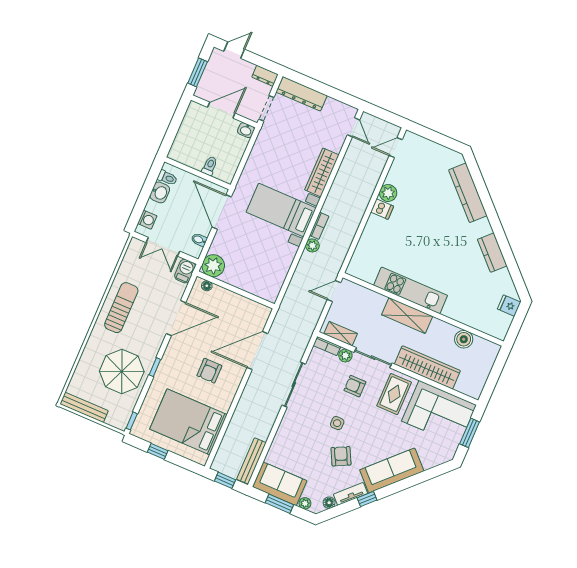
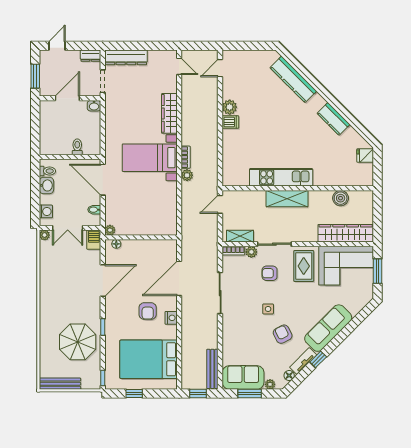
plant: (135, 244) -> (45, 235), added
plant: (213, 266) -> (110, 230), width x0.53, depth x0.53
sun lounger: (121, 308) -> (55, 291), removed
wardrobe: (427, 367) -> (346, 233), moved
nightstand: (231, 388) -> (171, 318), added

